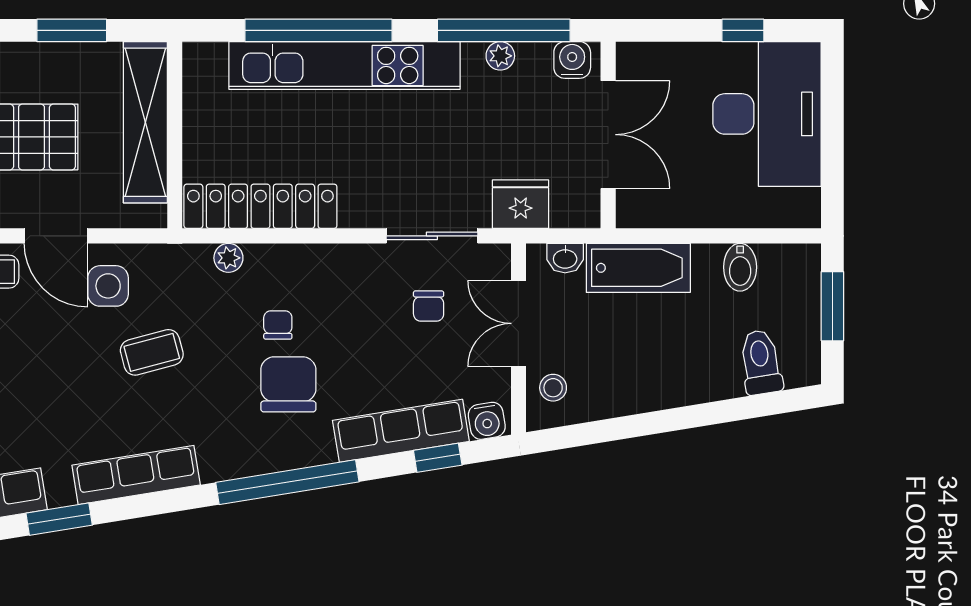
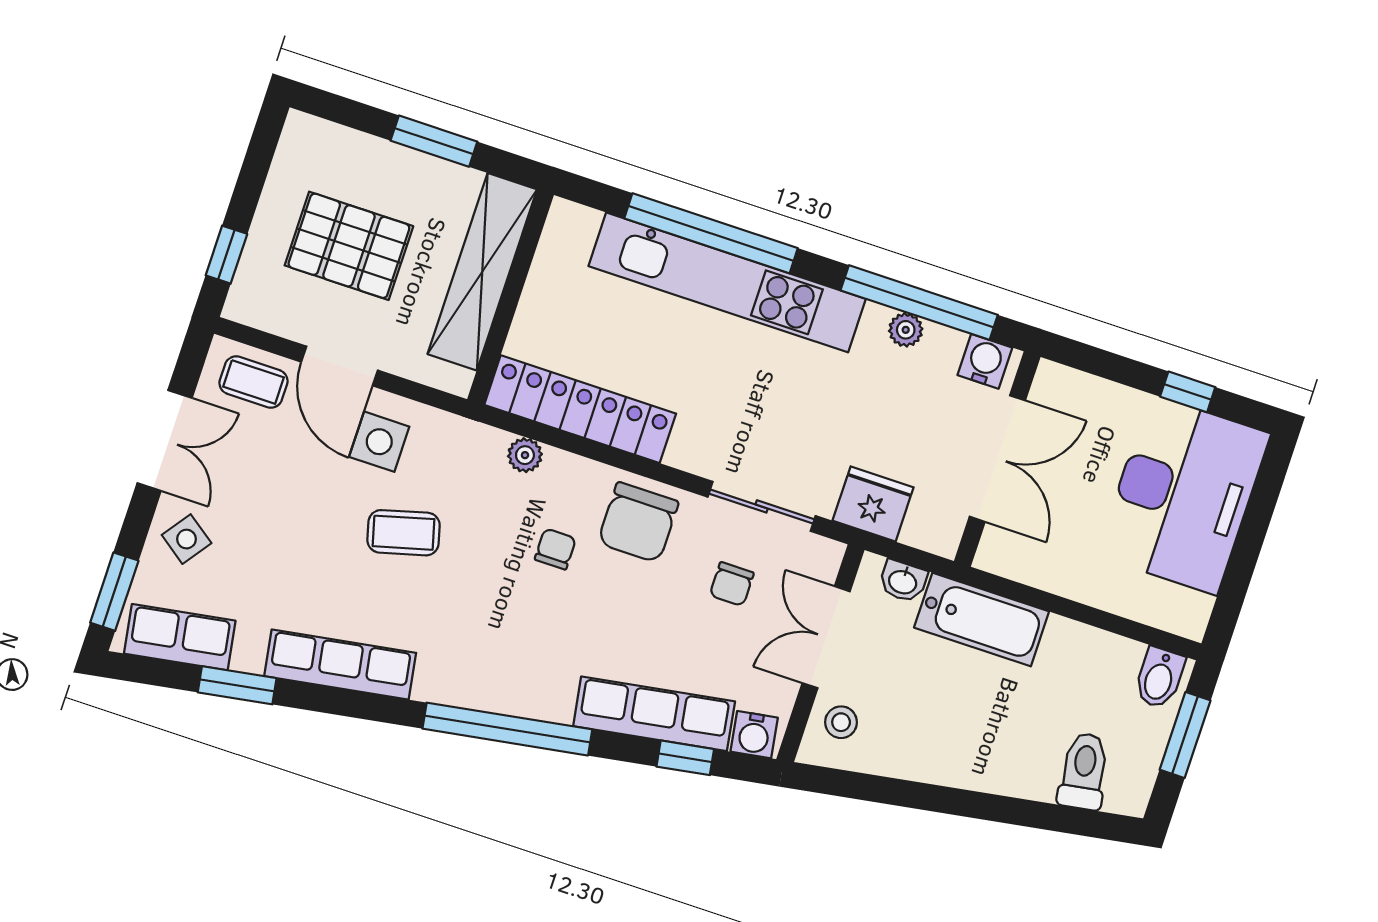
bidet: (740, 267) -> (1159, 678), moved
chair: (288, 384) -> (638, 522), moved, turned 180

